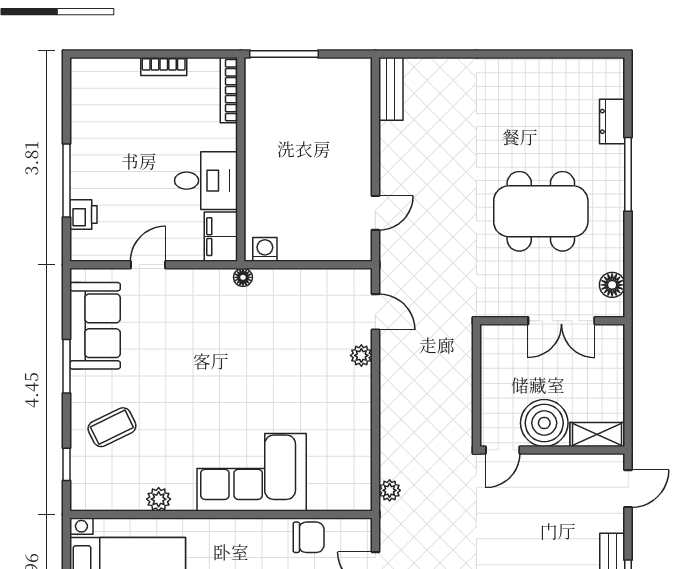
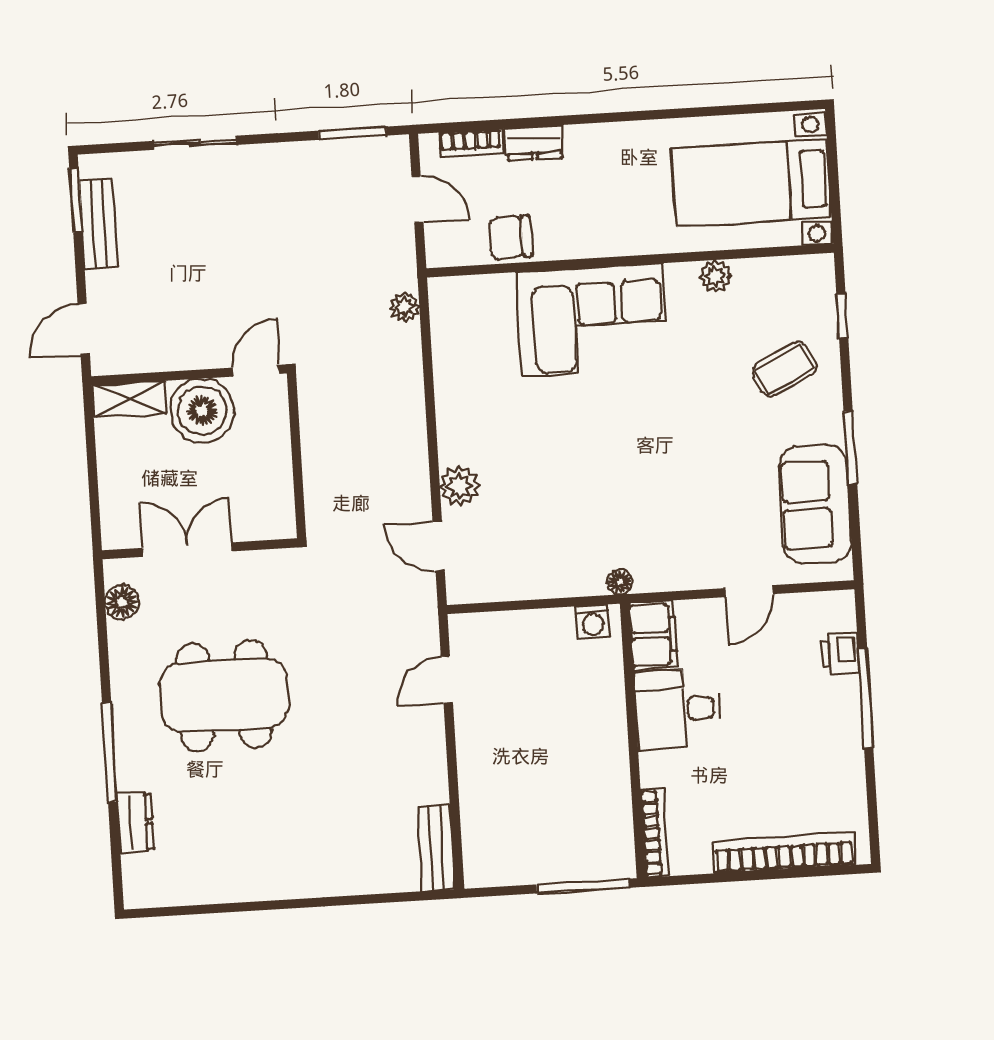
bookcase: (164, 67) -> (784, 853), width x2.31, depth x1.31
plant: (361, 355) -> (460, 486), width x1.38, depth x1.38

